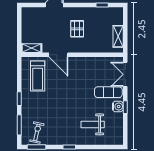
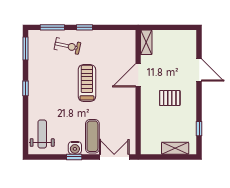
shelving: (118, 36) -> (175, 148), moved
treadmill: (38, 76) -> (87, 83), moved, turned 90
weight bench: (93, 124) -> (42, 134), moved
exercise bike: (37, 133) -> (67, 46), moved

